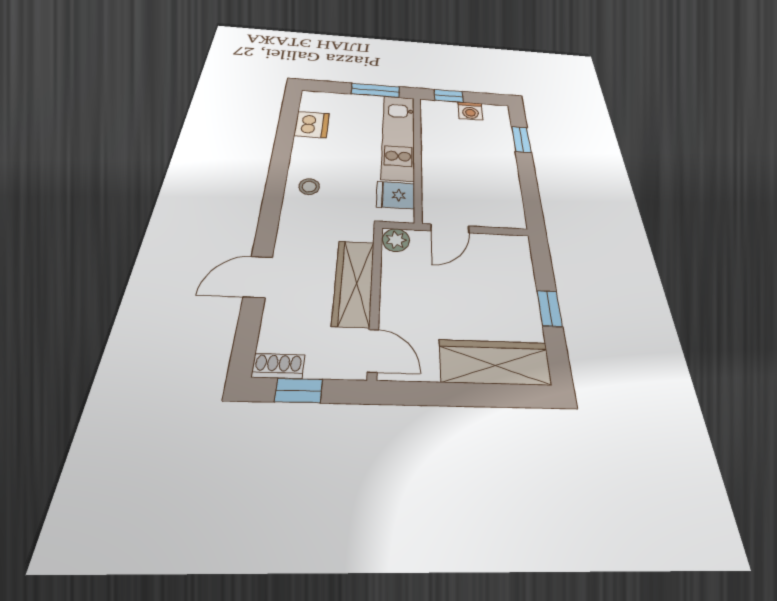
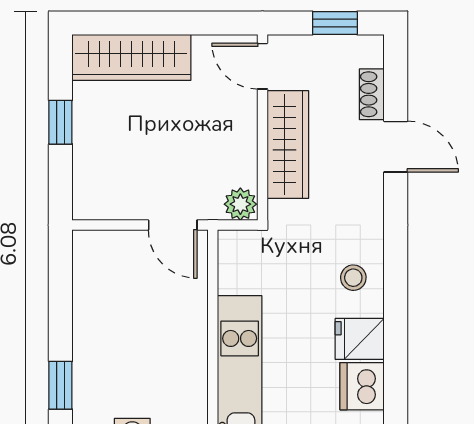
fridge: (396, 195) -> (360, 339), moved, turned 180
door: (450, 228) -> (173, 225), swing flipped
door: (258, 277) -> (396, 147), hinge flipped
shoe rack: (278, 366) -> (372, 94), moved, turned 90

